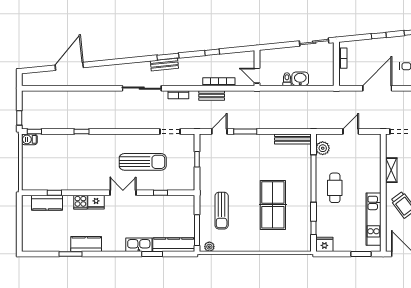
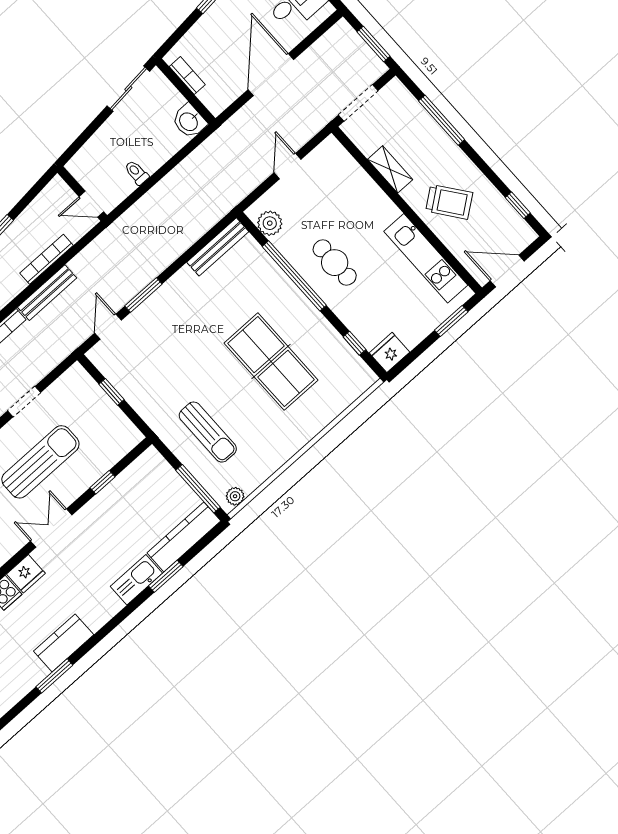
washbasin: (300, 79) -> (189, 121), moved, turned -90
bench: (212, 95) -> (47, 293), width x1.36
doorway: (170, 131) -> (24, 402), moved

